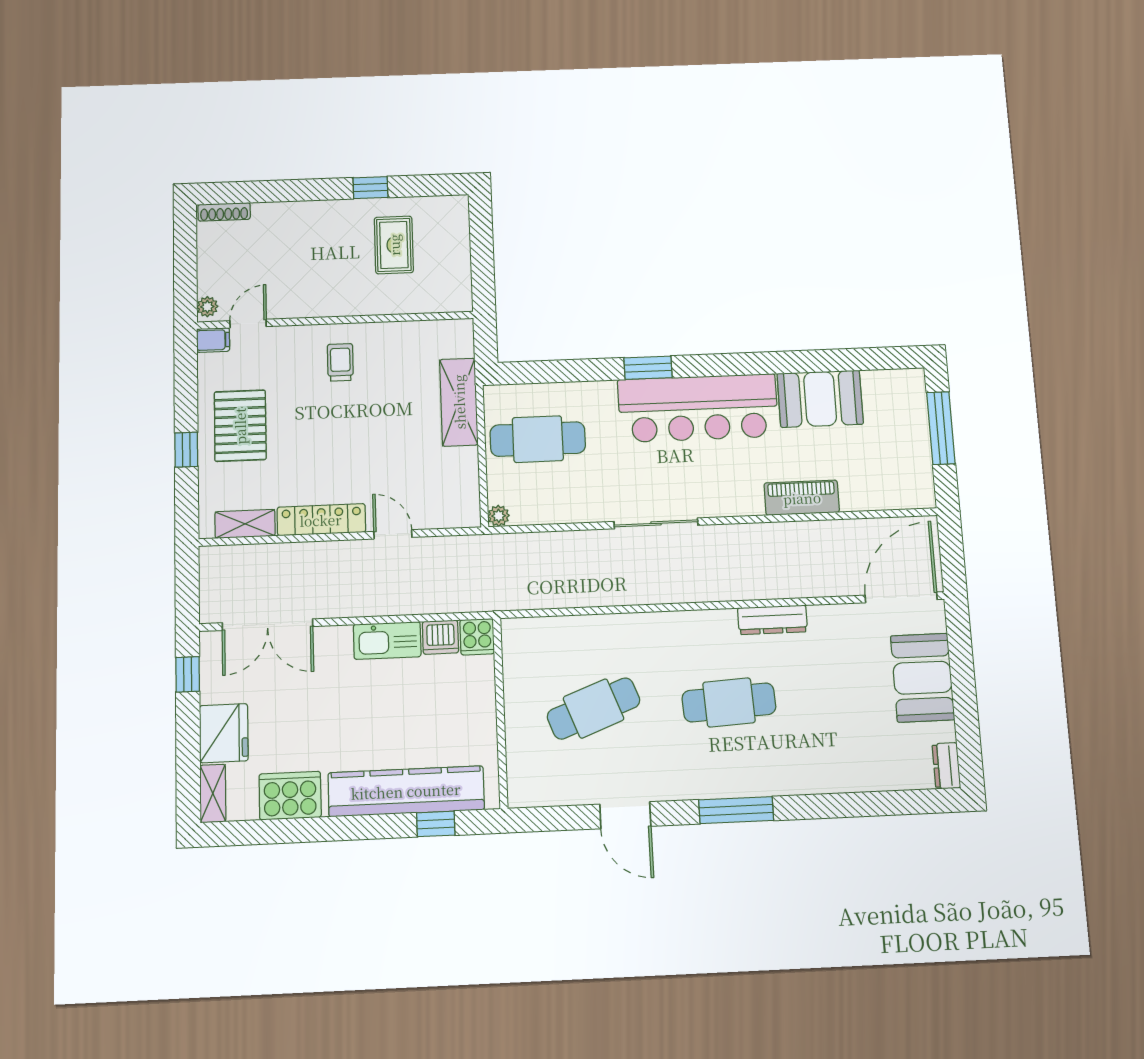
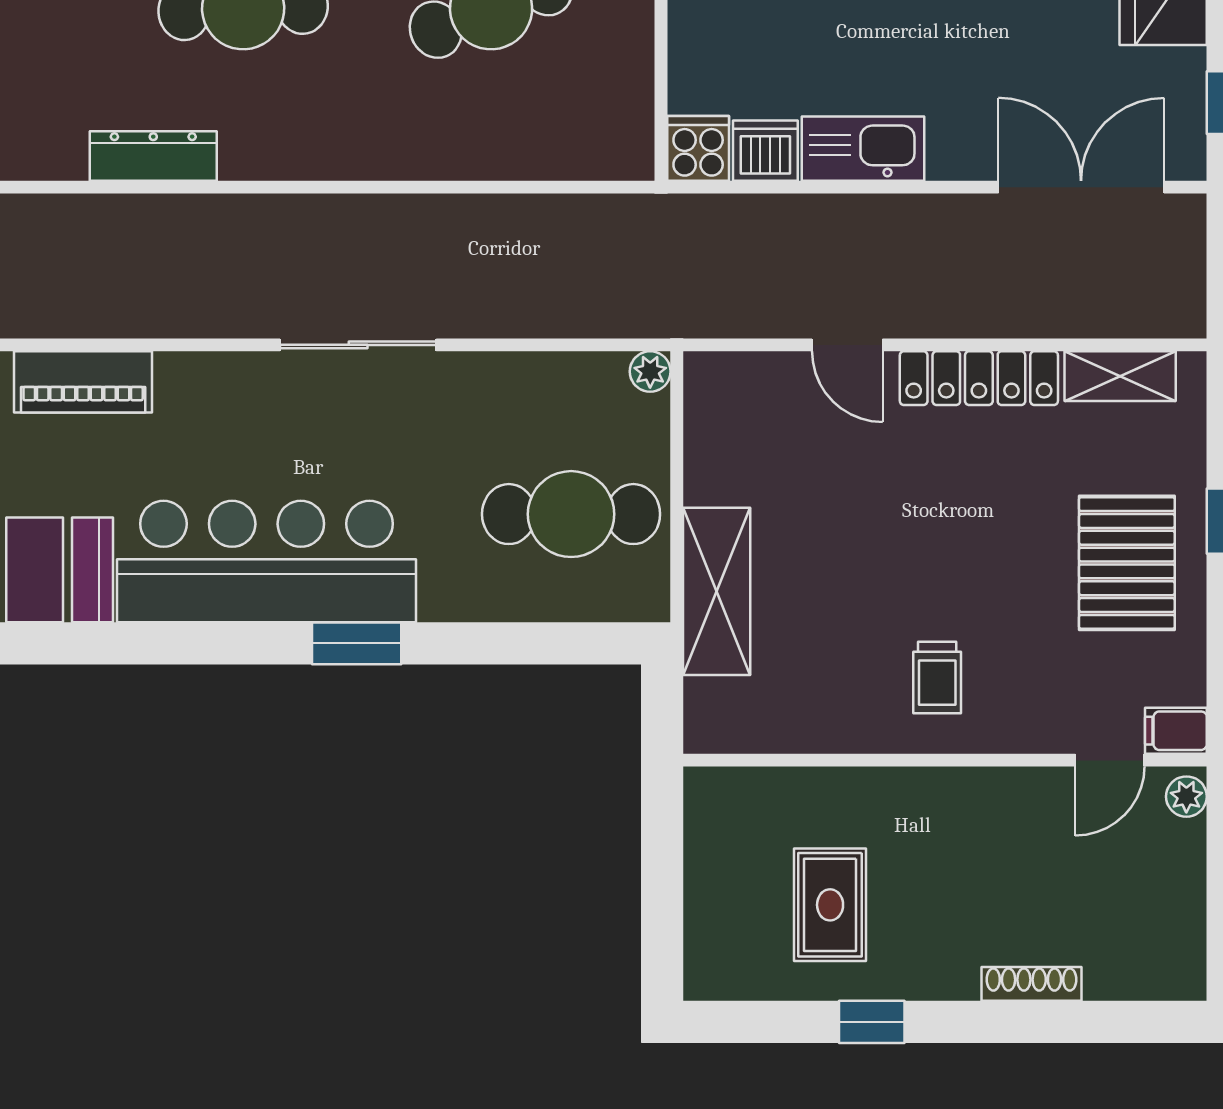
shoe rack: (224, 212) -> (1032, 984), moved

